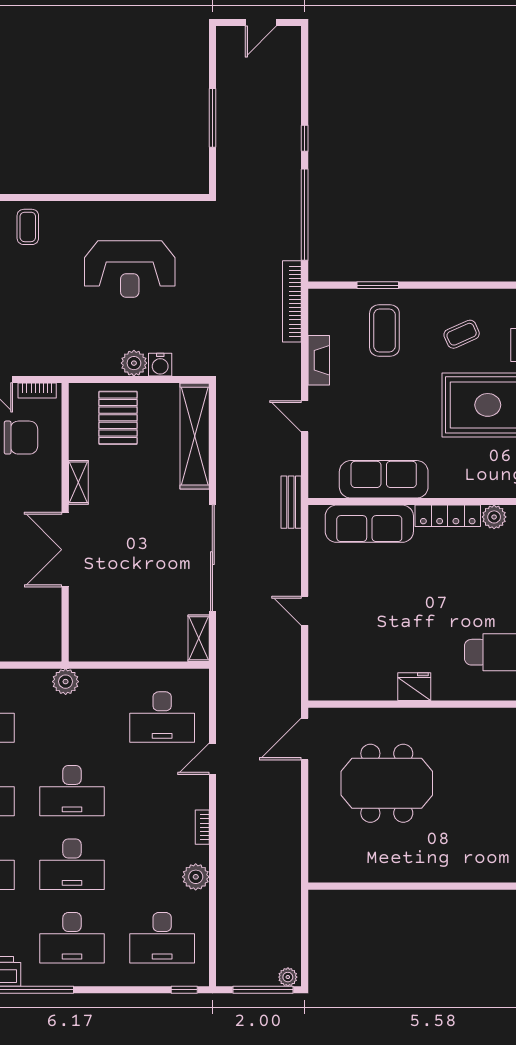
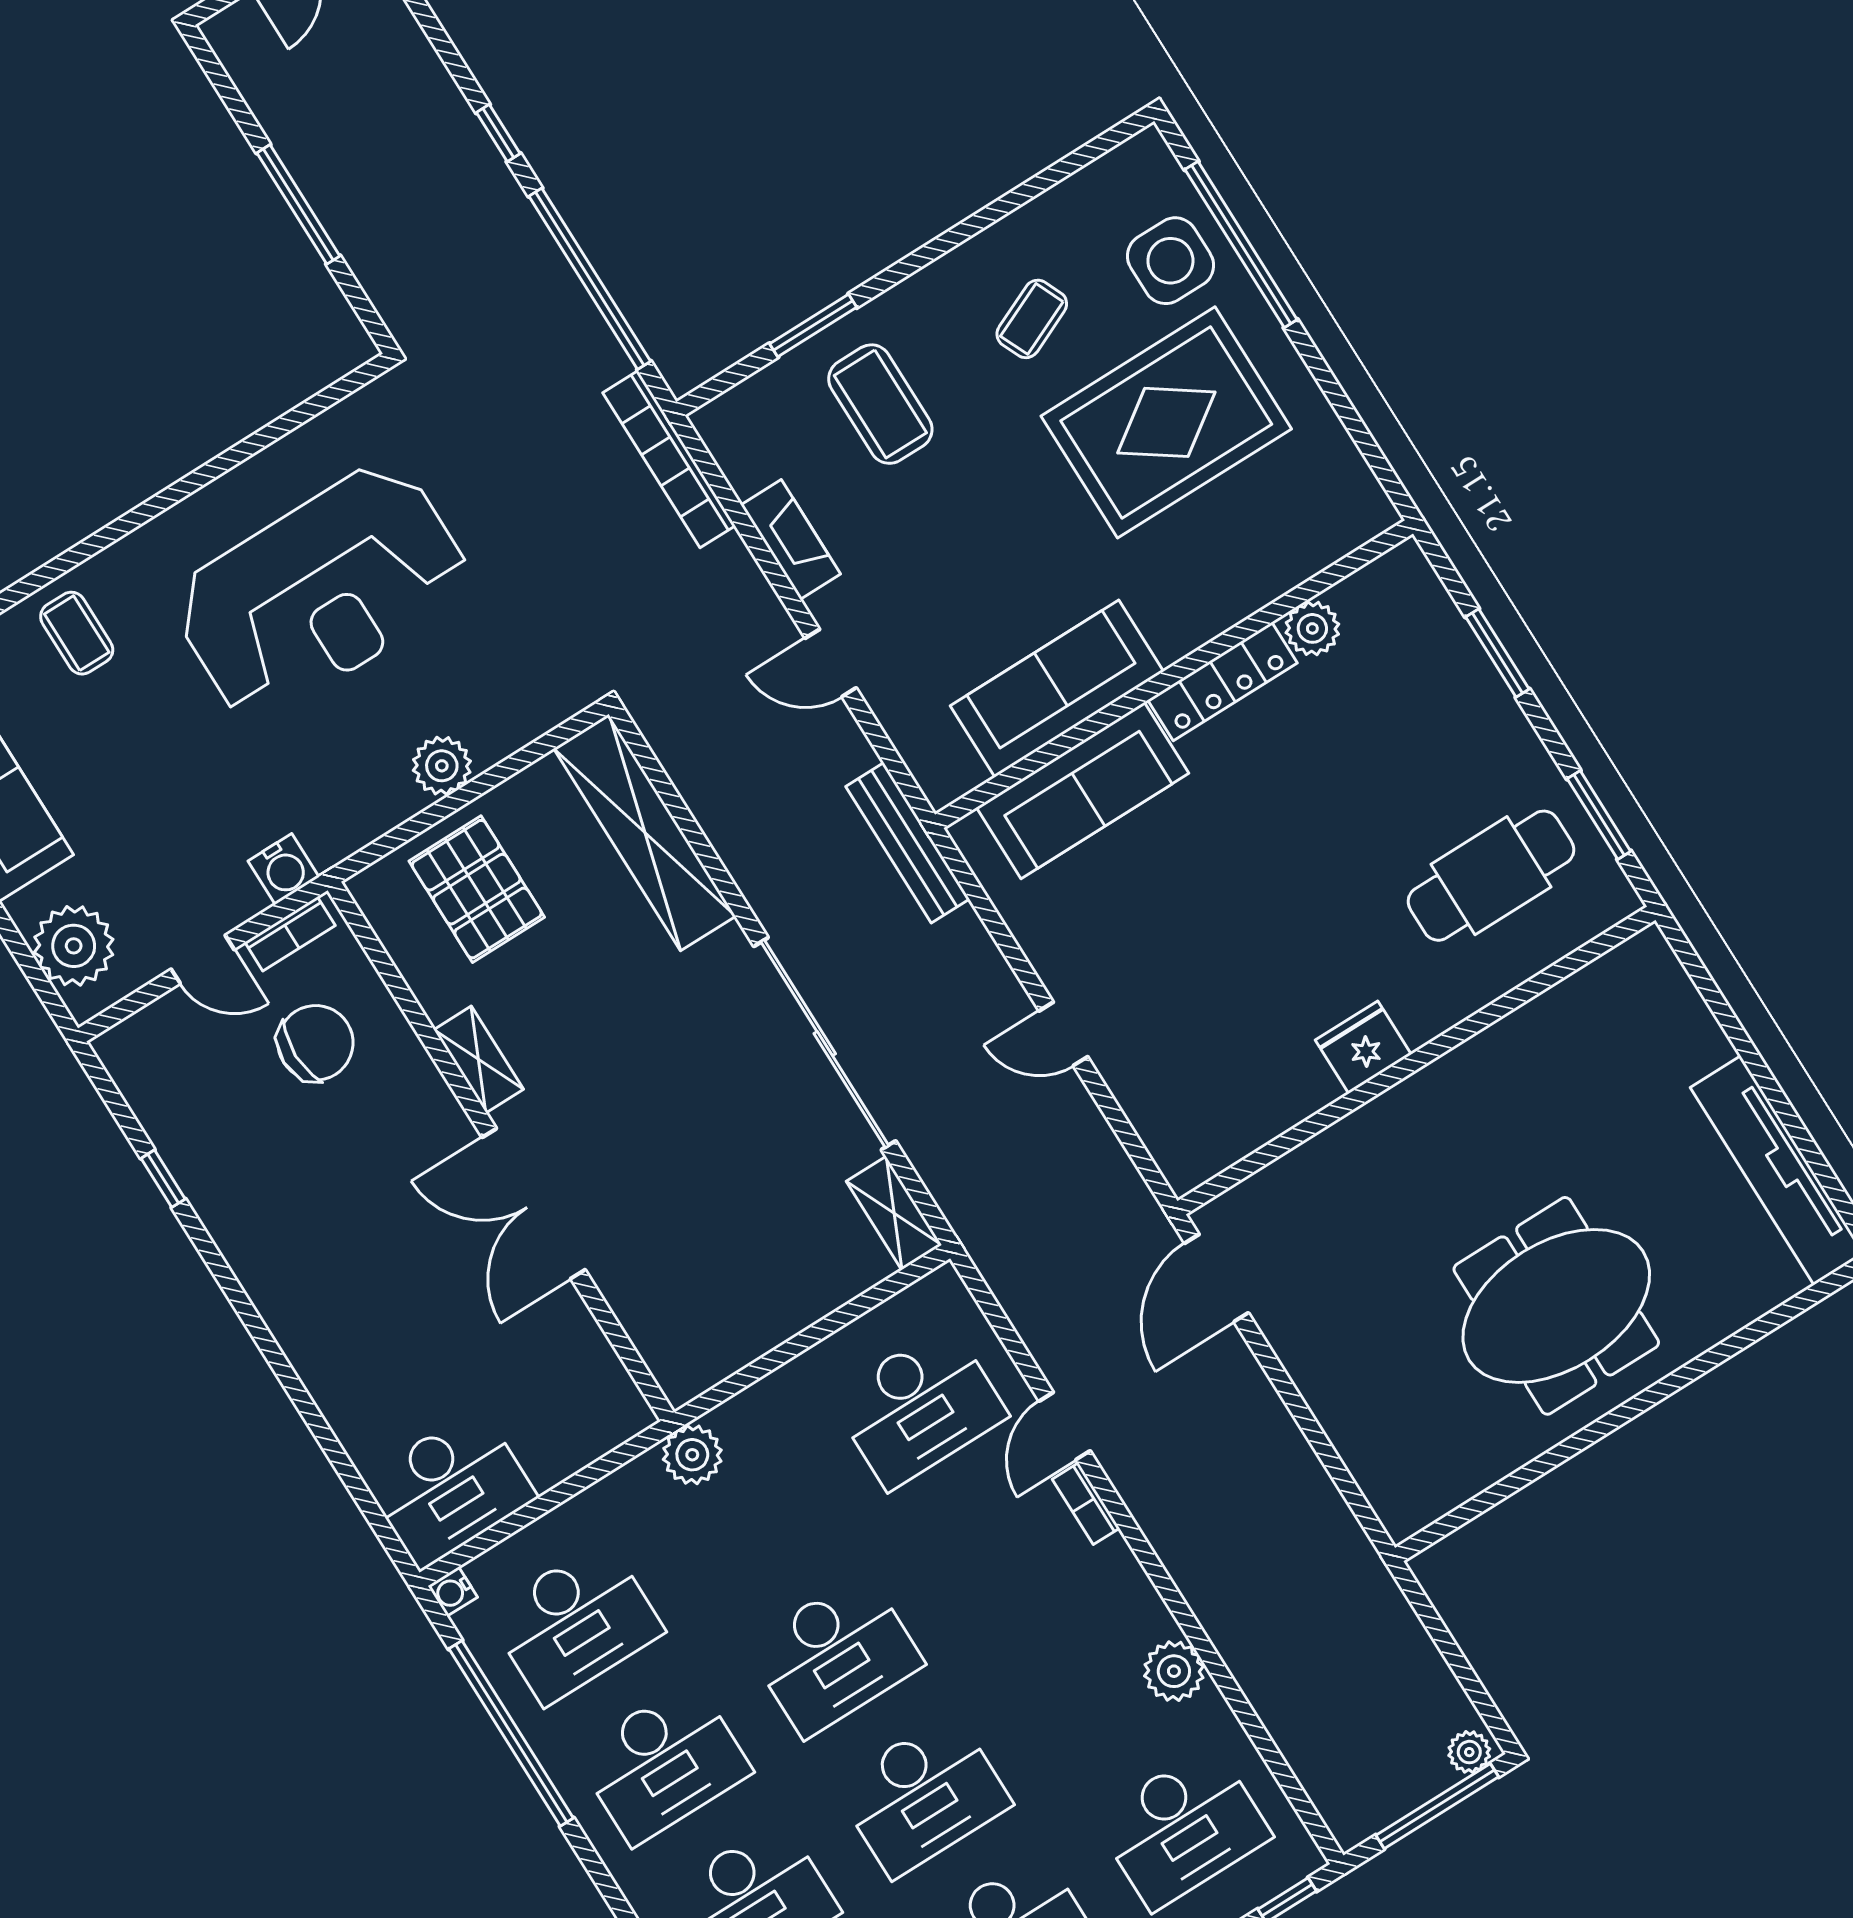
reception desk: (130, 269) -> (321, 591), width x1.36, depth x1.30
water cooler: (160, 365) -> (283, 869), moved
bench: (291, 502) -> (908, 843), width x1.36
meeting table: (387, 783) -> (1556, 1306), moved
bookcase: (202, 827) -> (1086, 1504), moved

